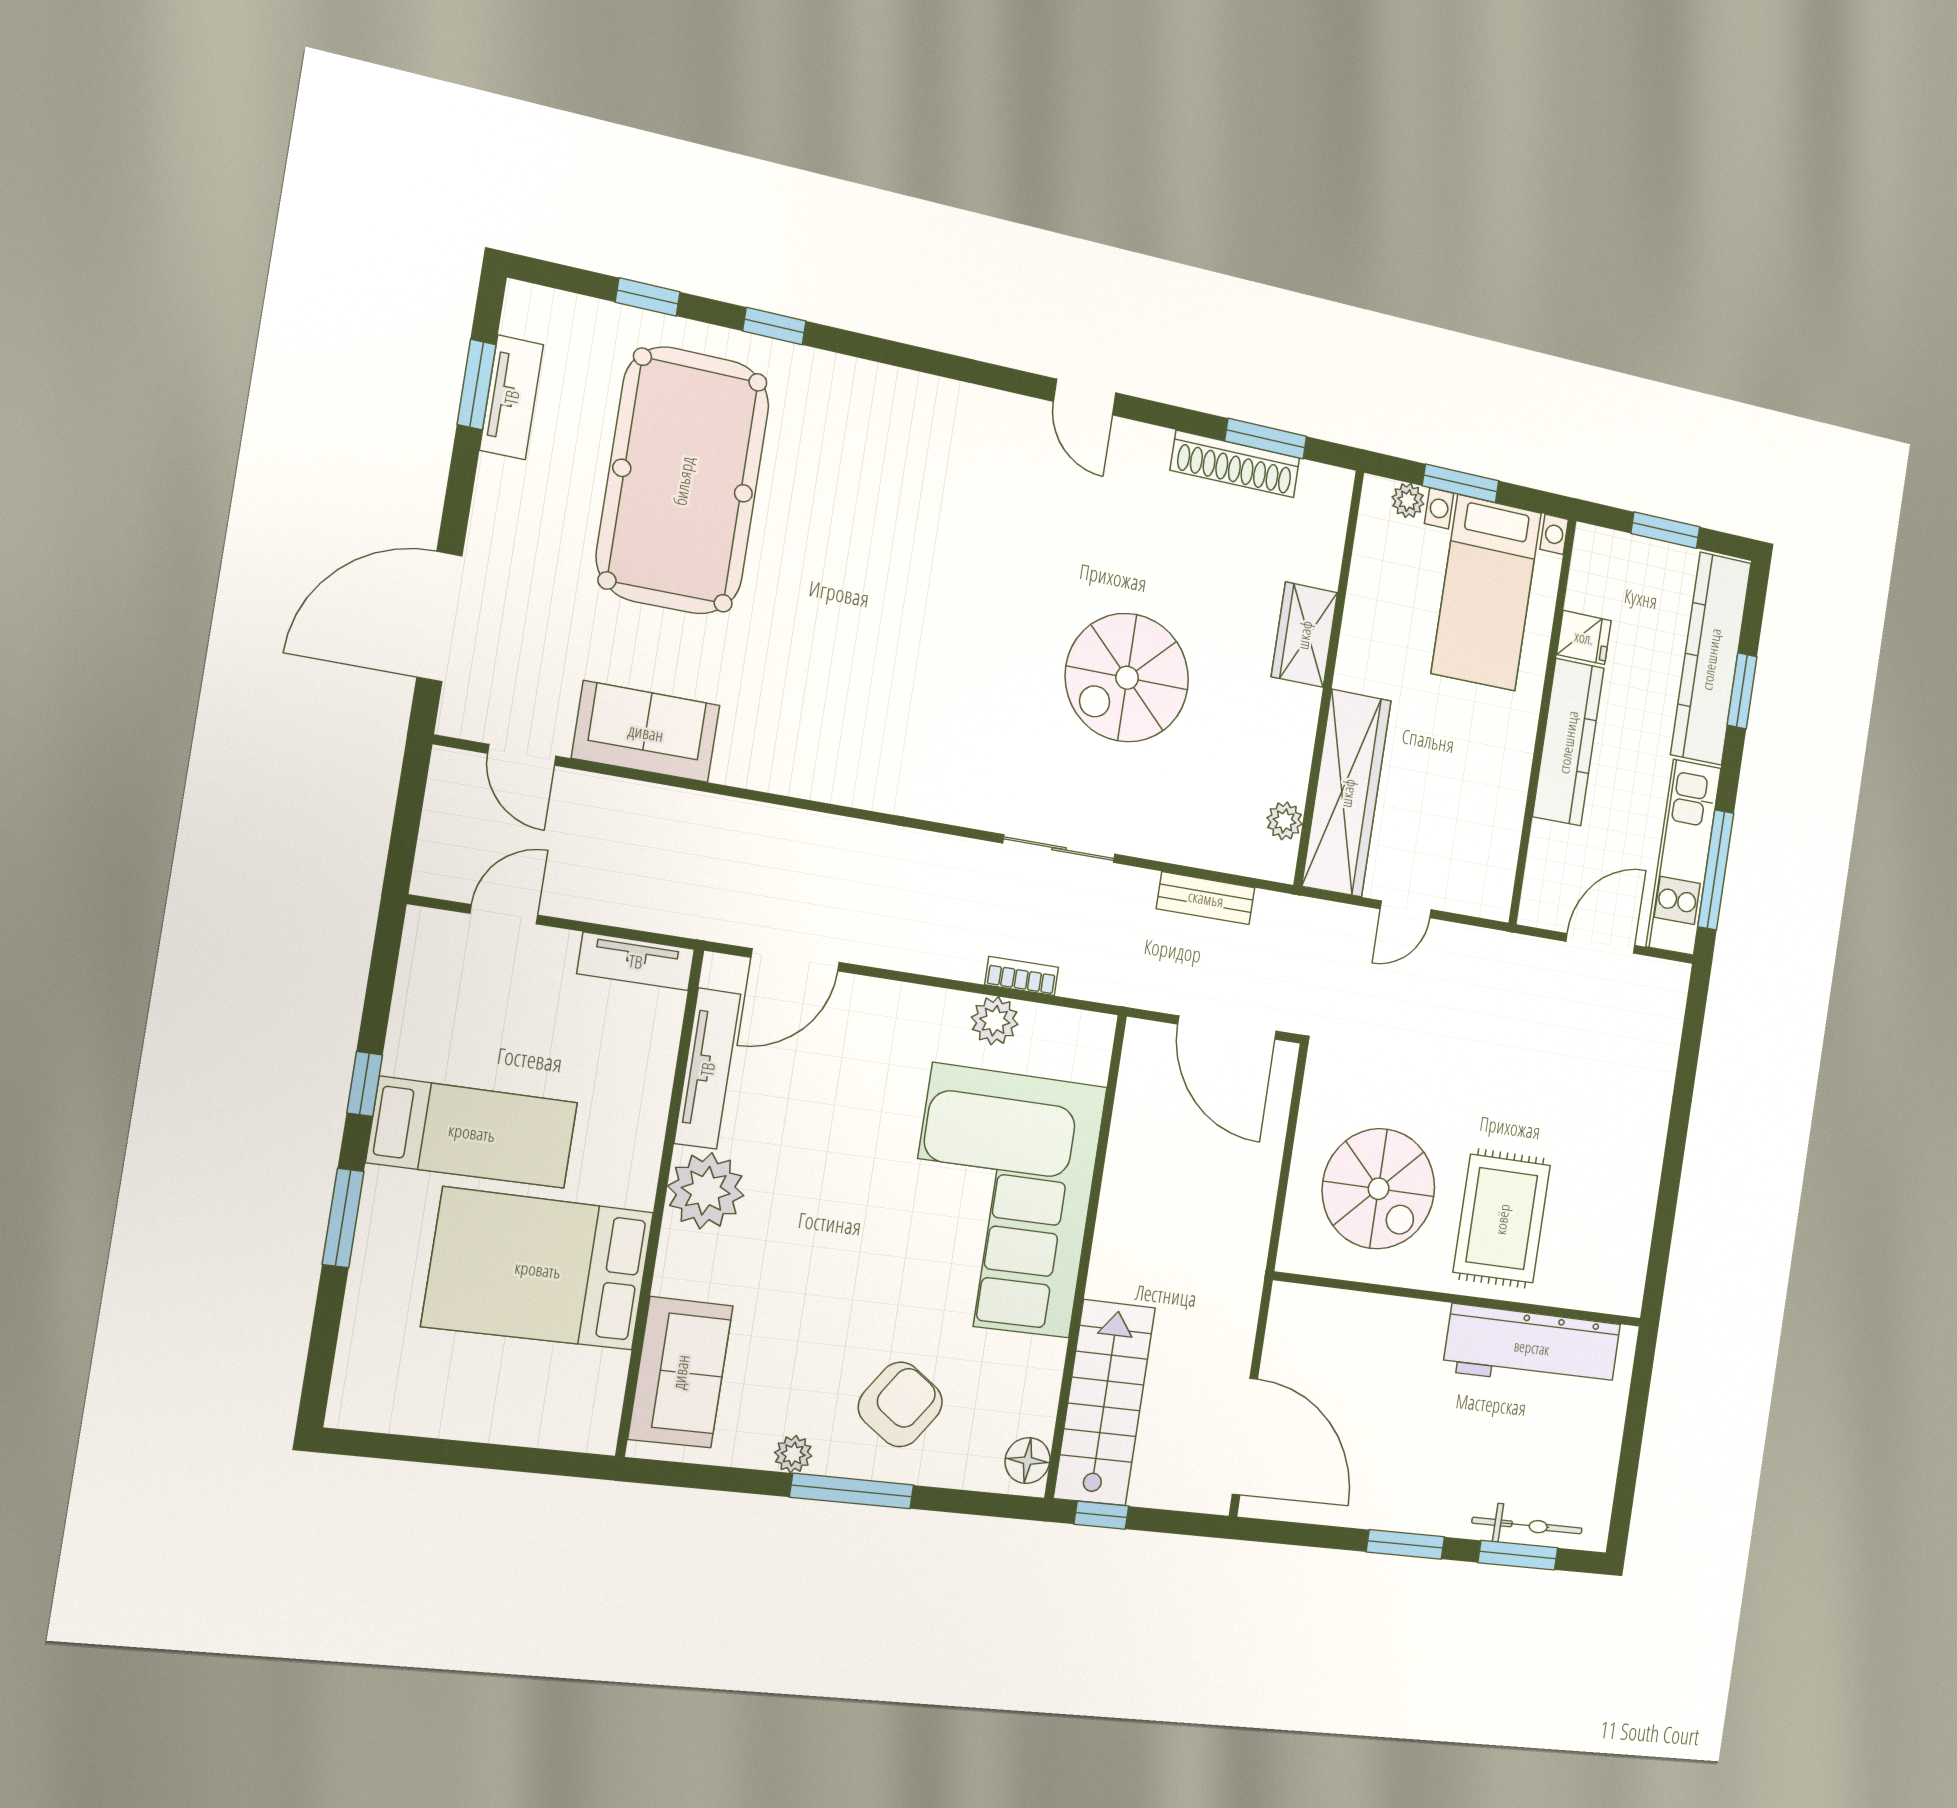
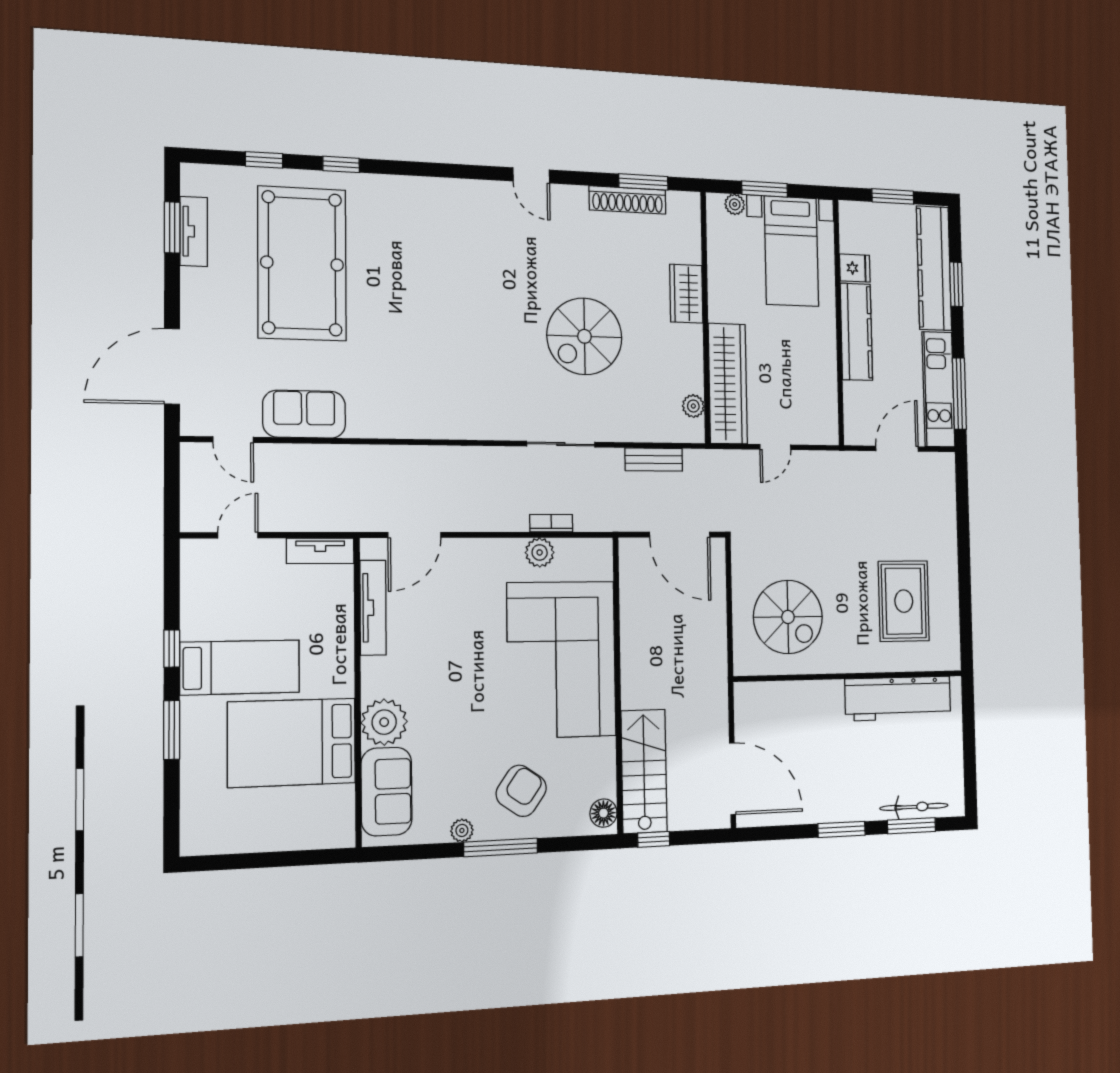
plant: (706, 1191) -> (384, 722), moved
rug: (1502, 1219) -> (904, 601), moved

